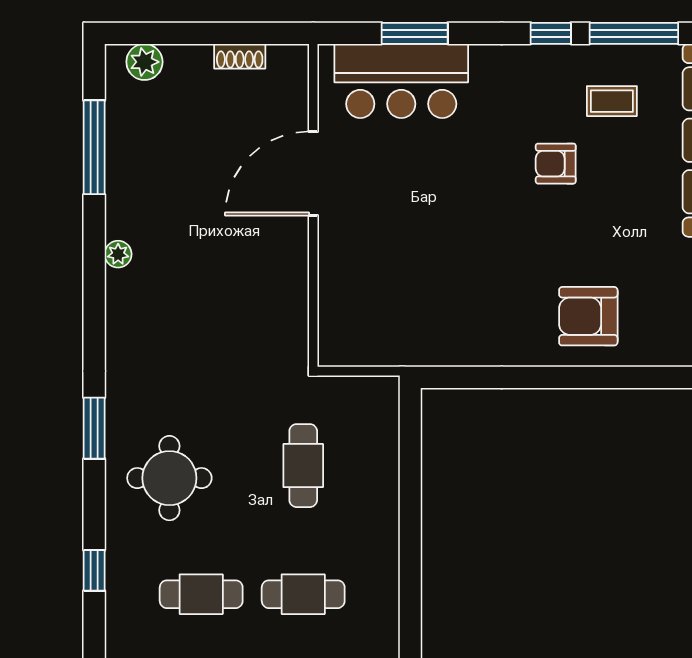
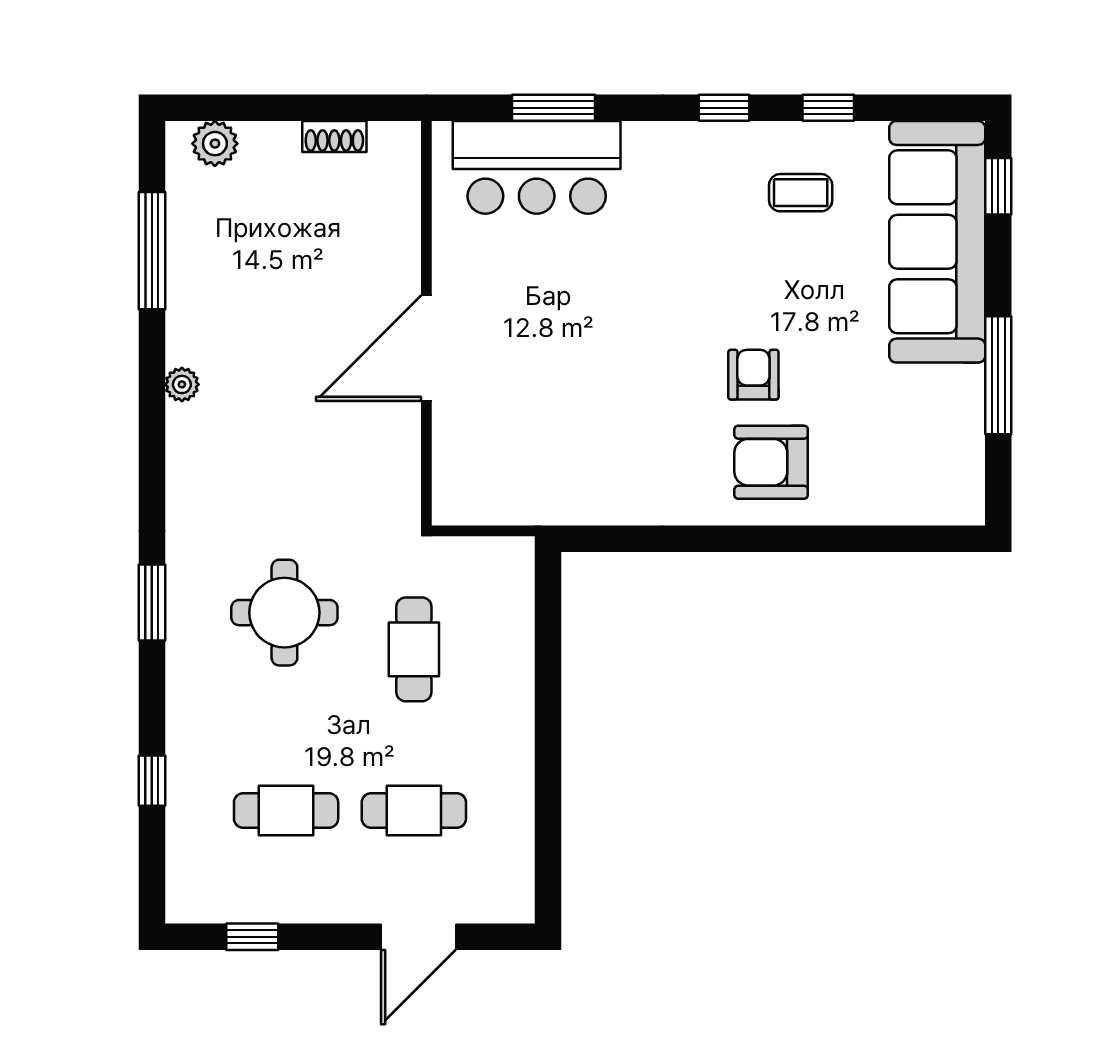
window: (634, 33) -> (828, 108), width x0.46
armchair: (556, 164) -> (753, 375), moved, turned 90
door: (313, 174) -> (426, 348), moved
round table: (169, 478) -> (284, 613), moved

